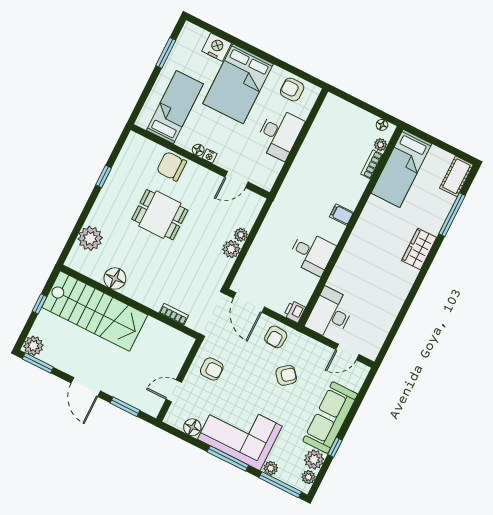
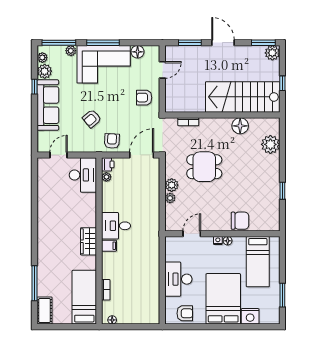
plant: (380, 145) -> (106, 177), moved
dining table: (160, 215) -> (204, 167), moved
wardrobe: (419, 249) -> (89, 241), moved, turned 180
desk: (312, 253) -> (116, 226), moved
door: (249, 302) -> (142, 155), hinge flipped

